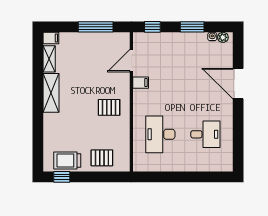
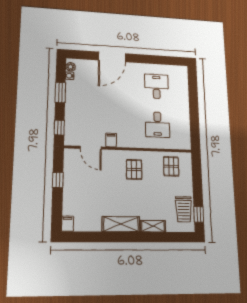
window: (96, 27) -> (58, 180), width x0.46
shelving: (49, 59) -> (153, 226), moved
desk: (160, 134) -> (157, 125), width x0.73
pallet: (102, 158) -> (171, 166), moved

